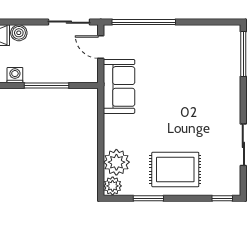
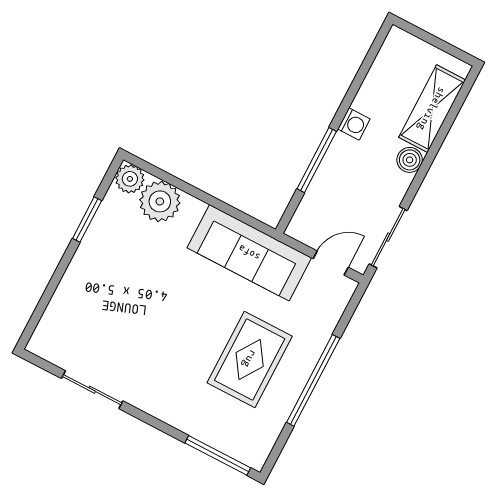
window: (144, 22) -> (313, 380), moved
sofa: (119, 86) -> (249, 253), width x1.36
rug: (175, 170) -> (250, 359), moved
window: (222, 198) -> (34, 322), removed

